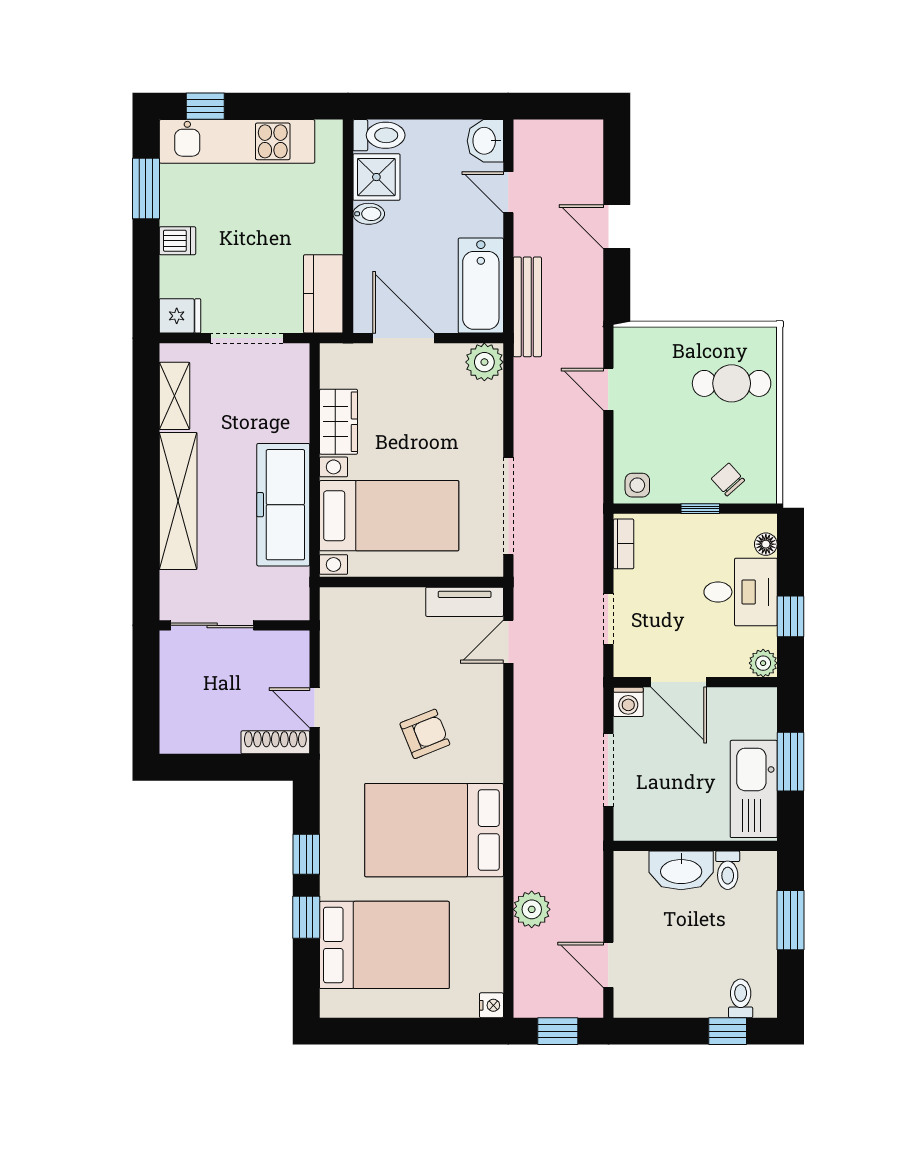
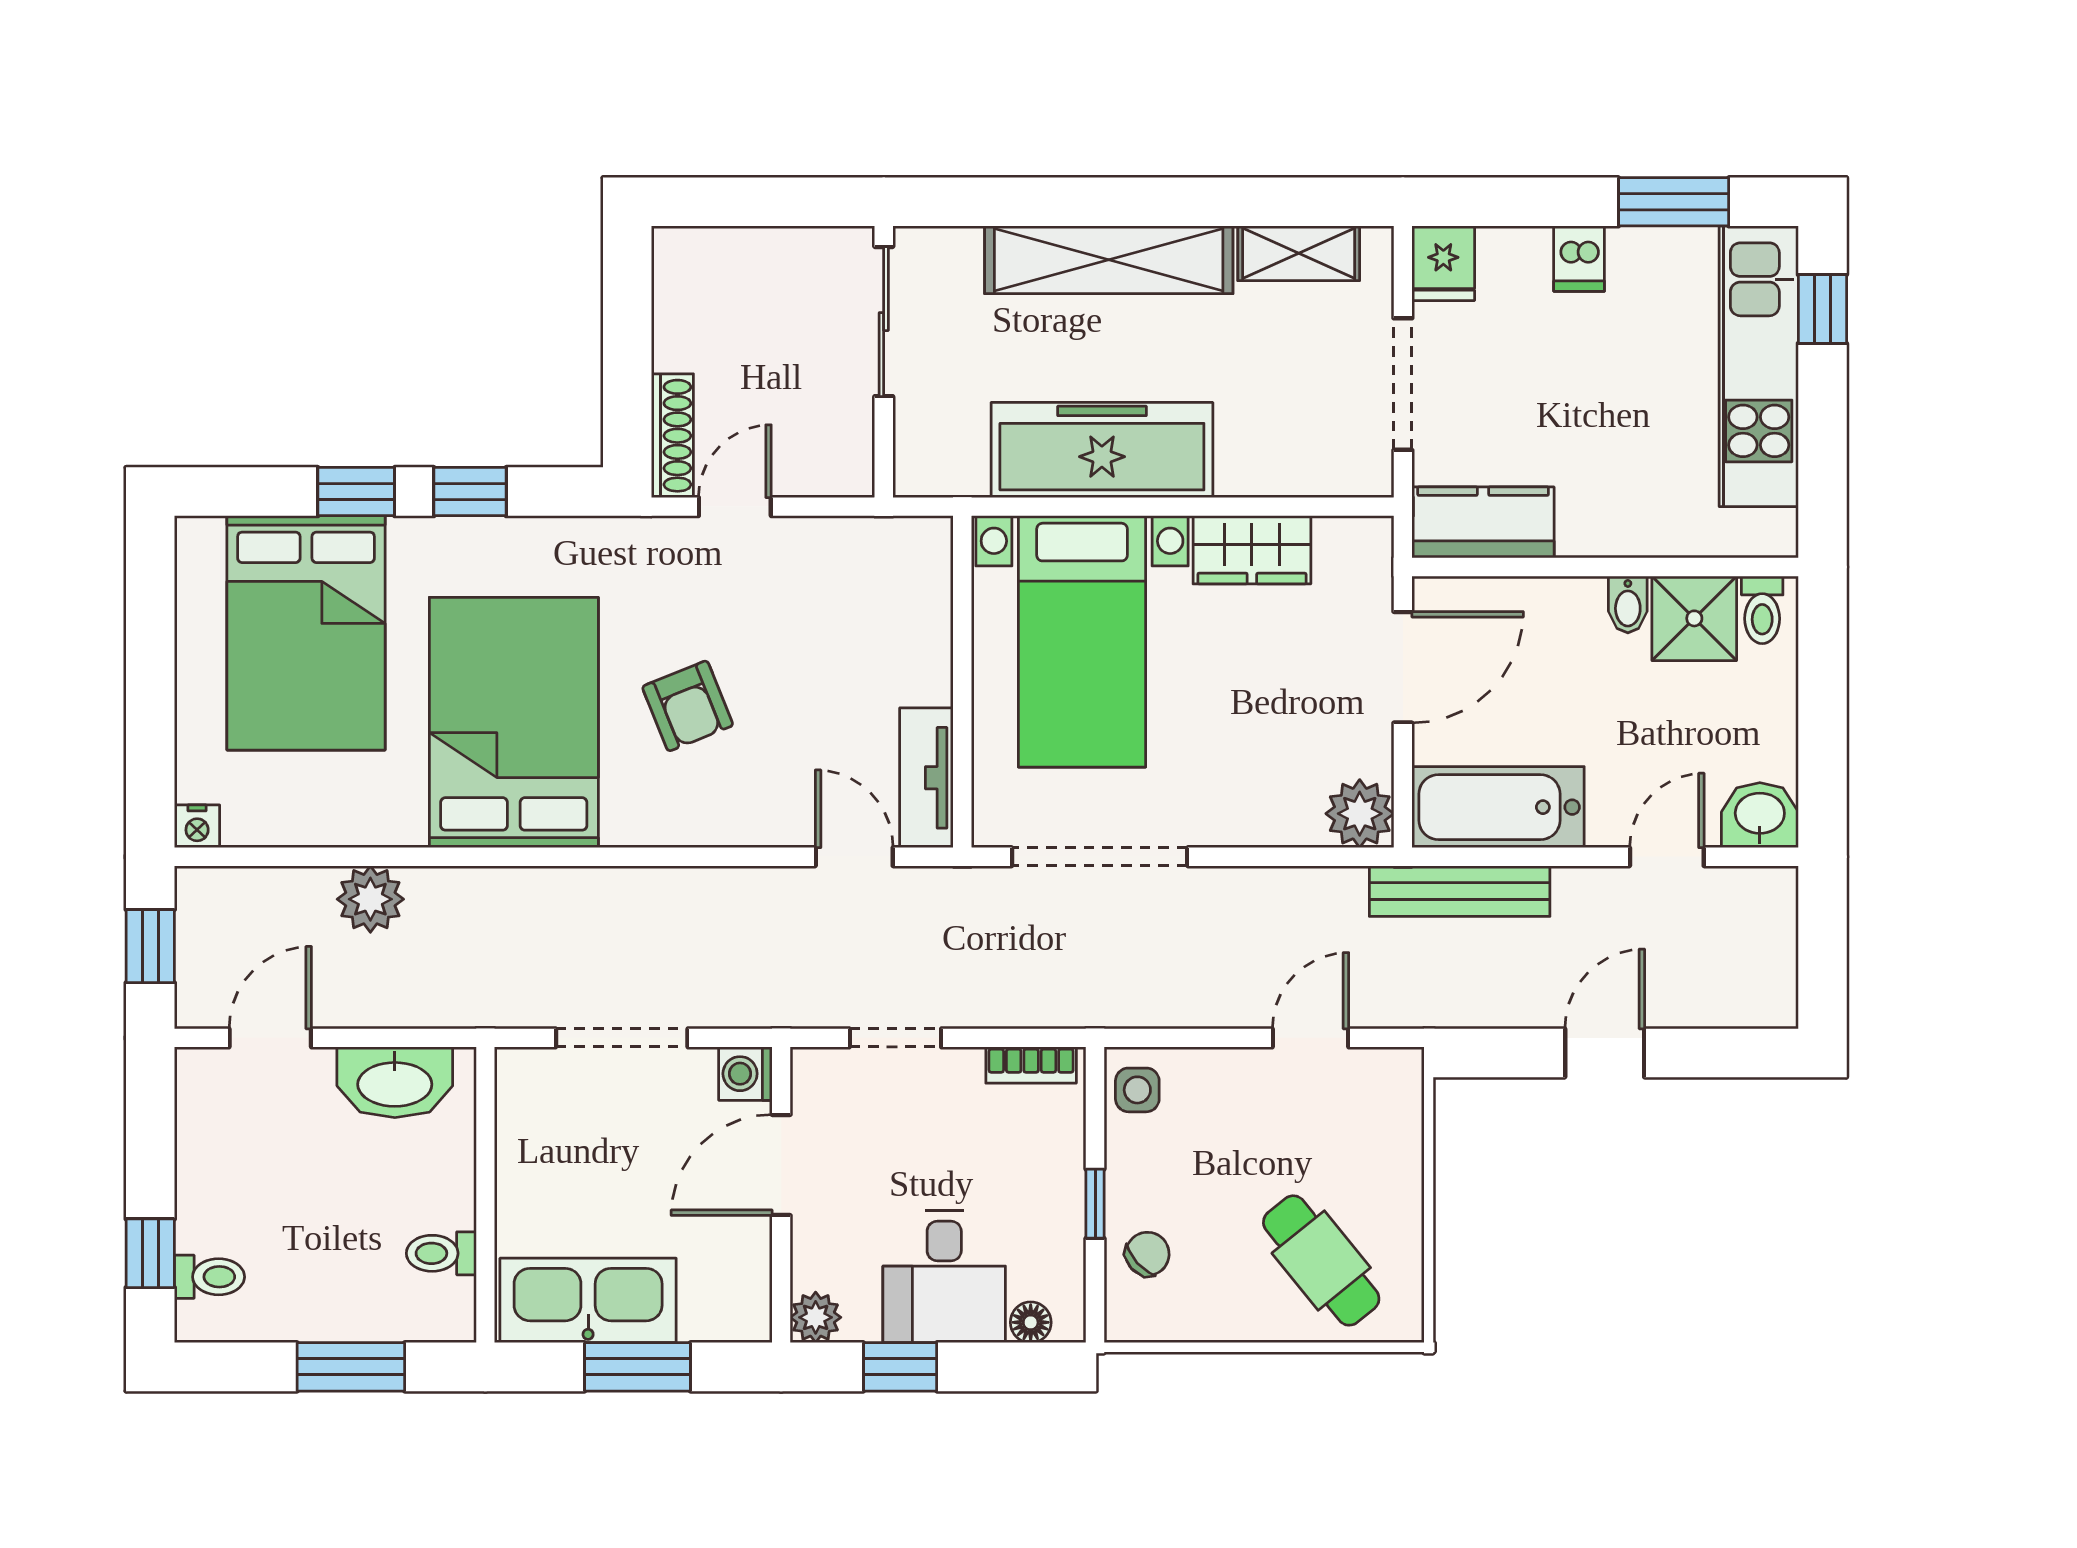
toilet: (379, 135) -> (1762, 610), width x0.73, depth x0.72
cafe table: (732, 383) -> (1321, 1260), turned -39
washbasin: (681, 870) -> (395, 1082), moved, turned -90

